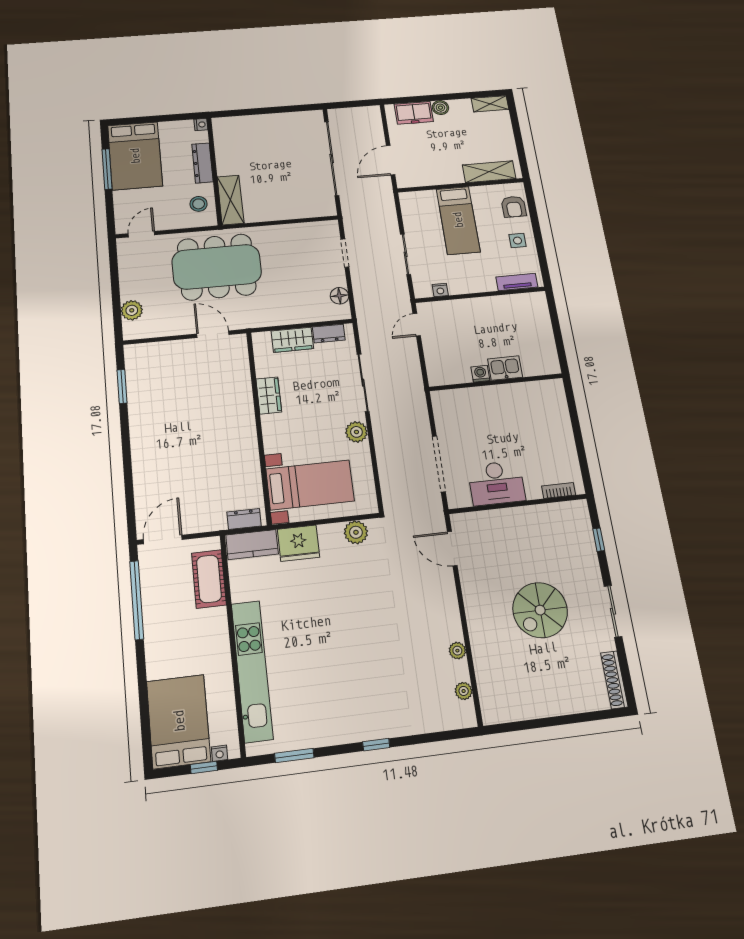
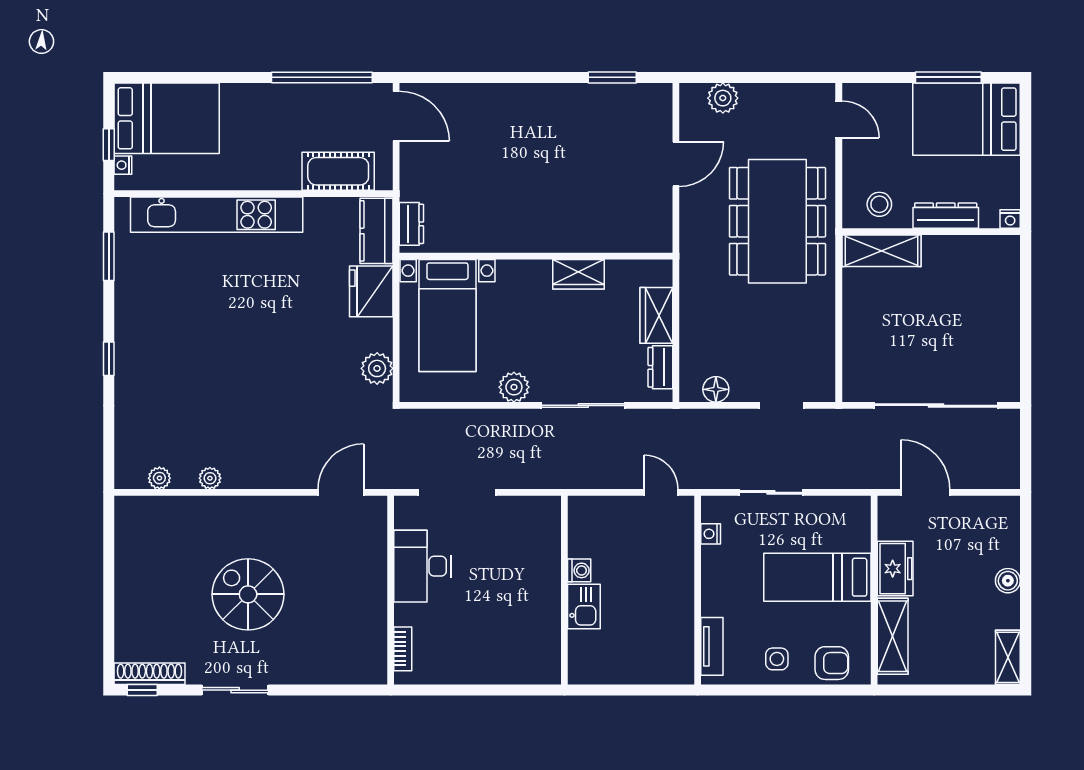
freezer: (414, 113) -> (895, 569), moved, turned 180
armchair: (514, 207) -> (832, 663), turned 180
door: (213, 334) -> (676, 164), moved
window: (599, 540) -> (142, 690), moved

